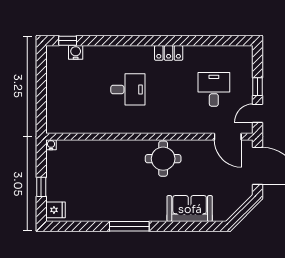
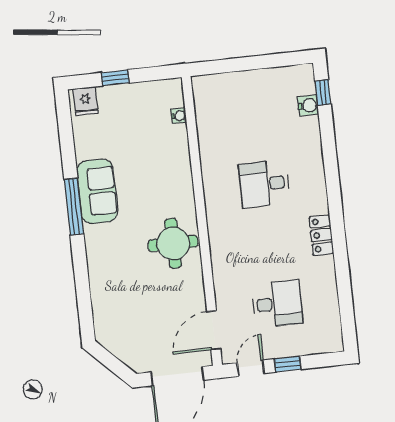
desk: (128, 89) -> (264, 184), turned 90
door: (258, 113) -> (251, 368), hinge flipped
water cooler: (51, 145) -> (179, 116), moved
sofa: (190, 209) -> (97, 191), moved

